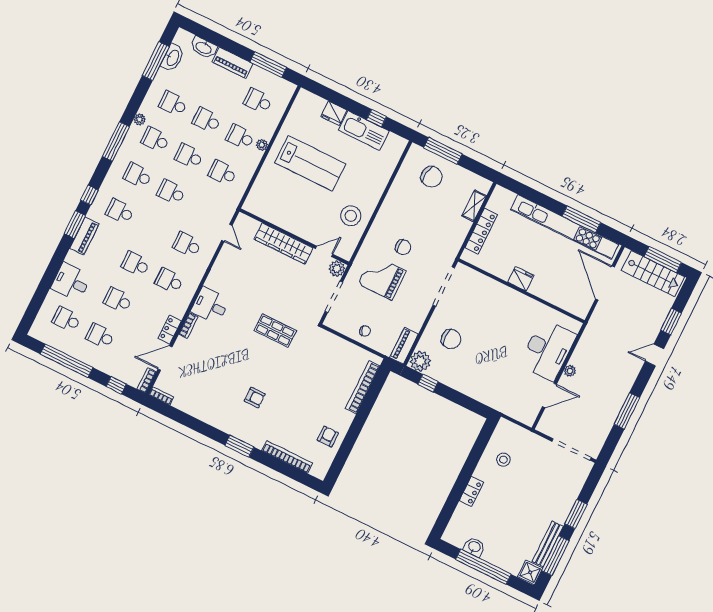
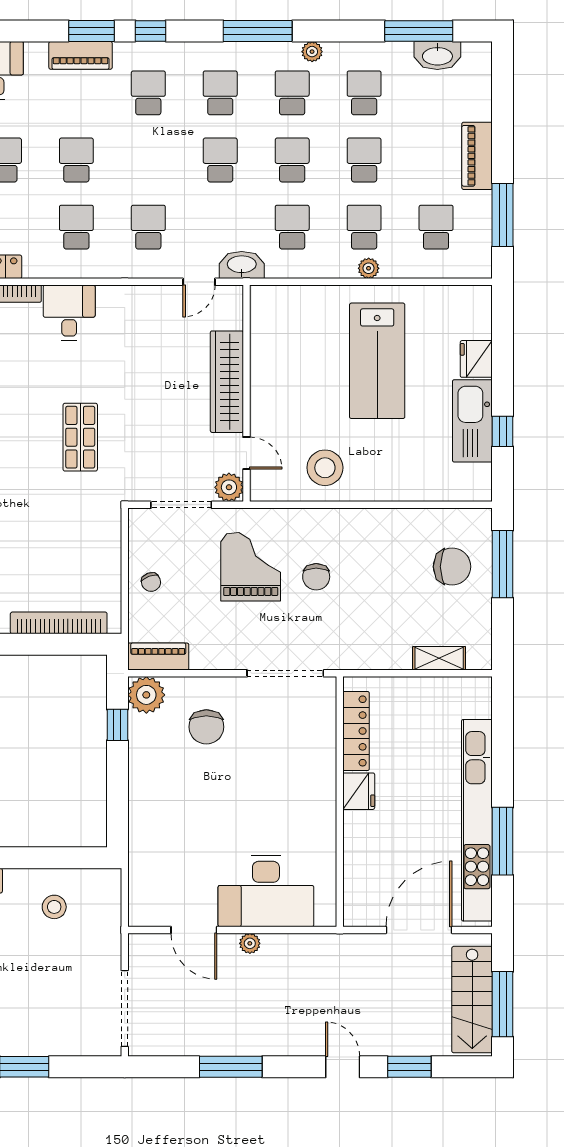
washbasin: (204, 48) -> (242, 265), moved, turned 90
chair: (432, 177) -> (452, 567), turned -100
locker: (481, 231) -> (356, 731), moved, turned -90

